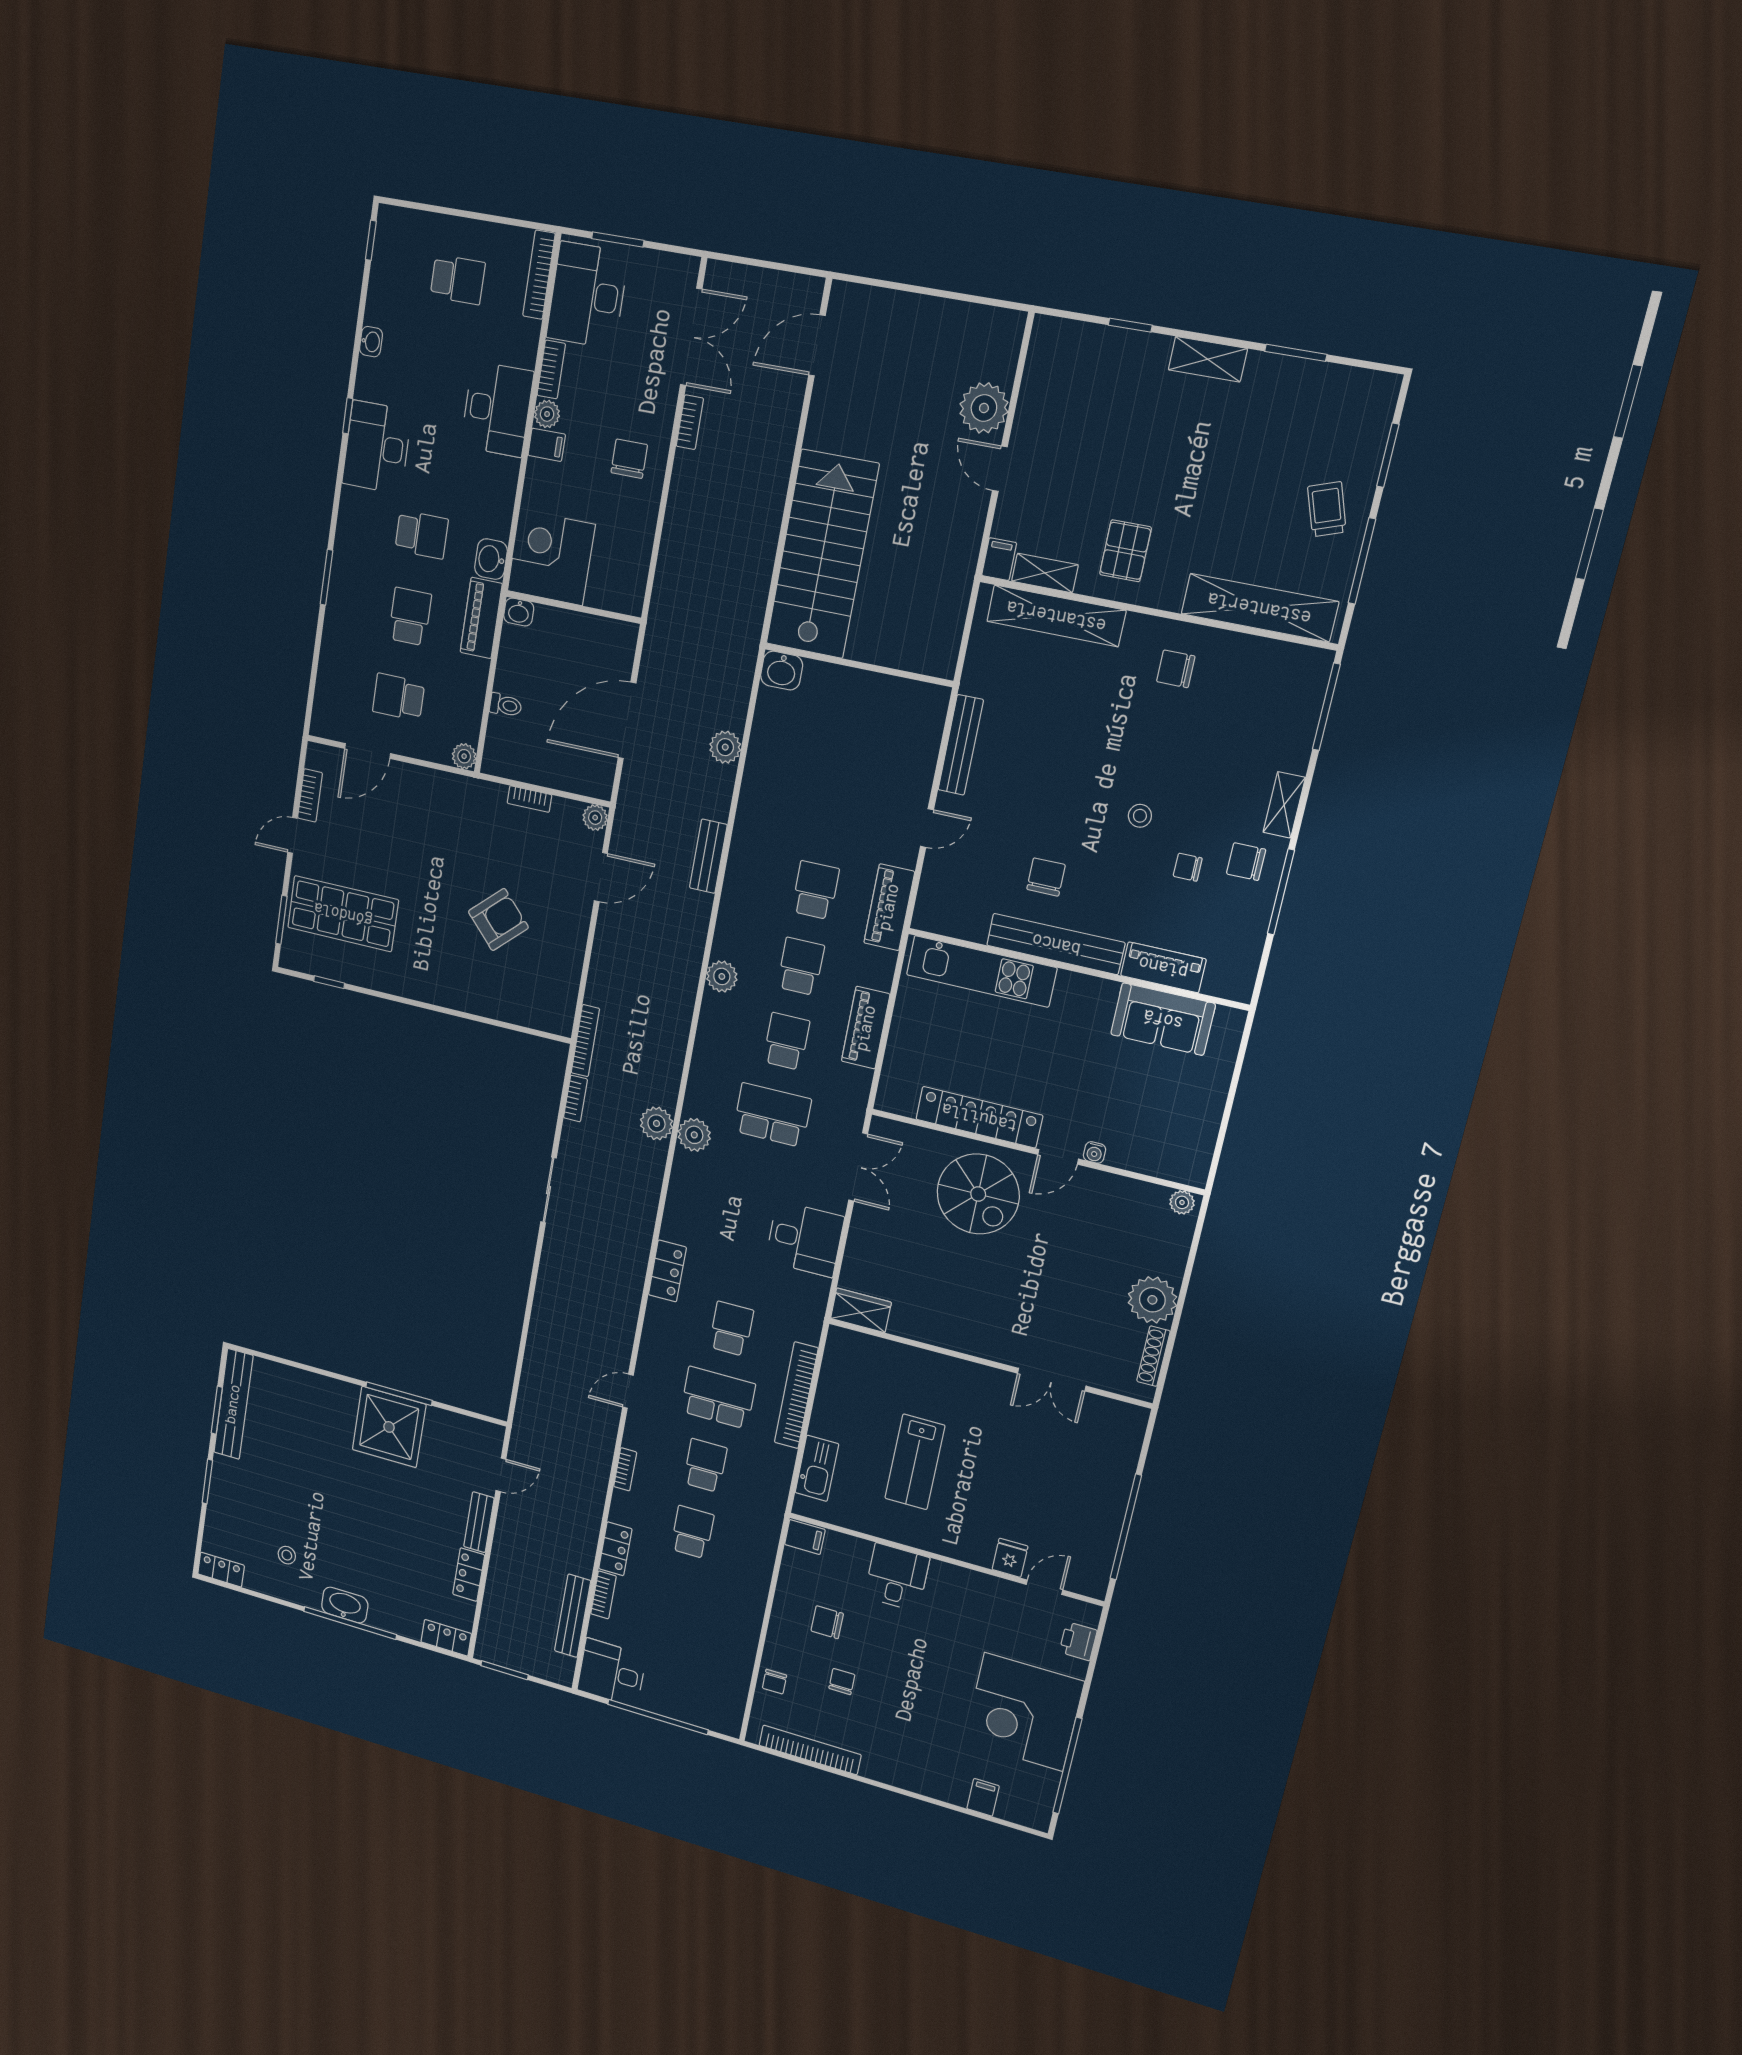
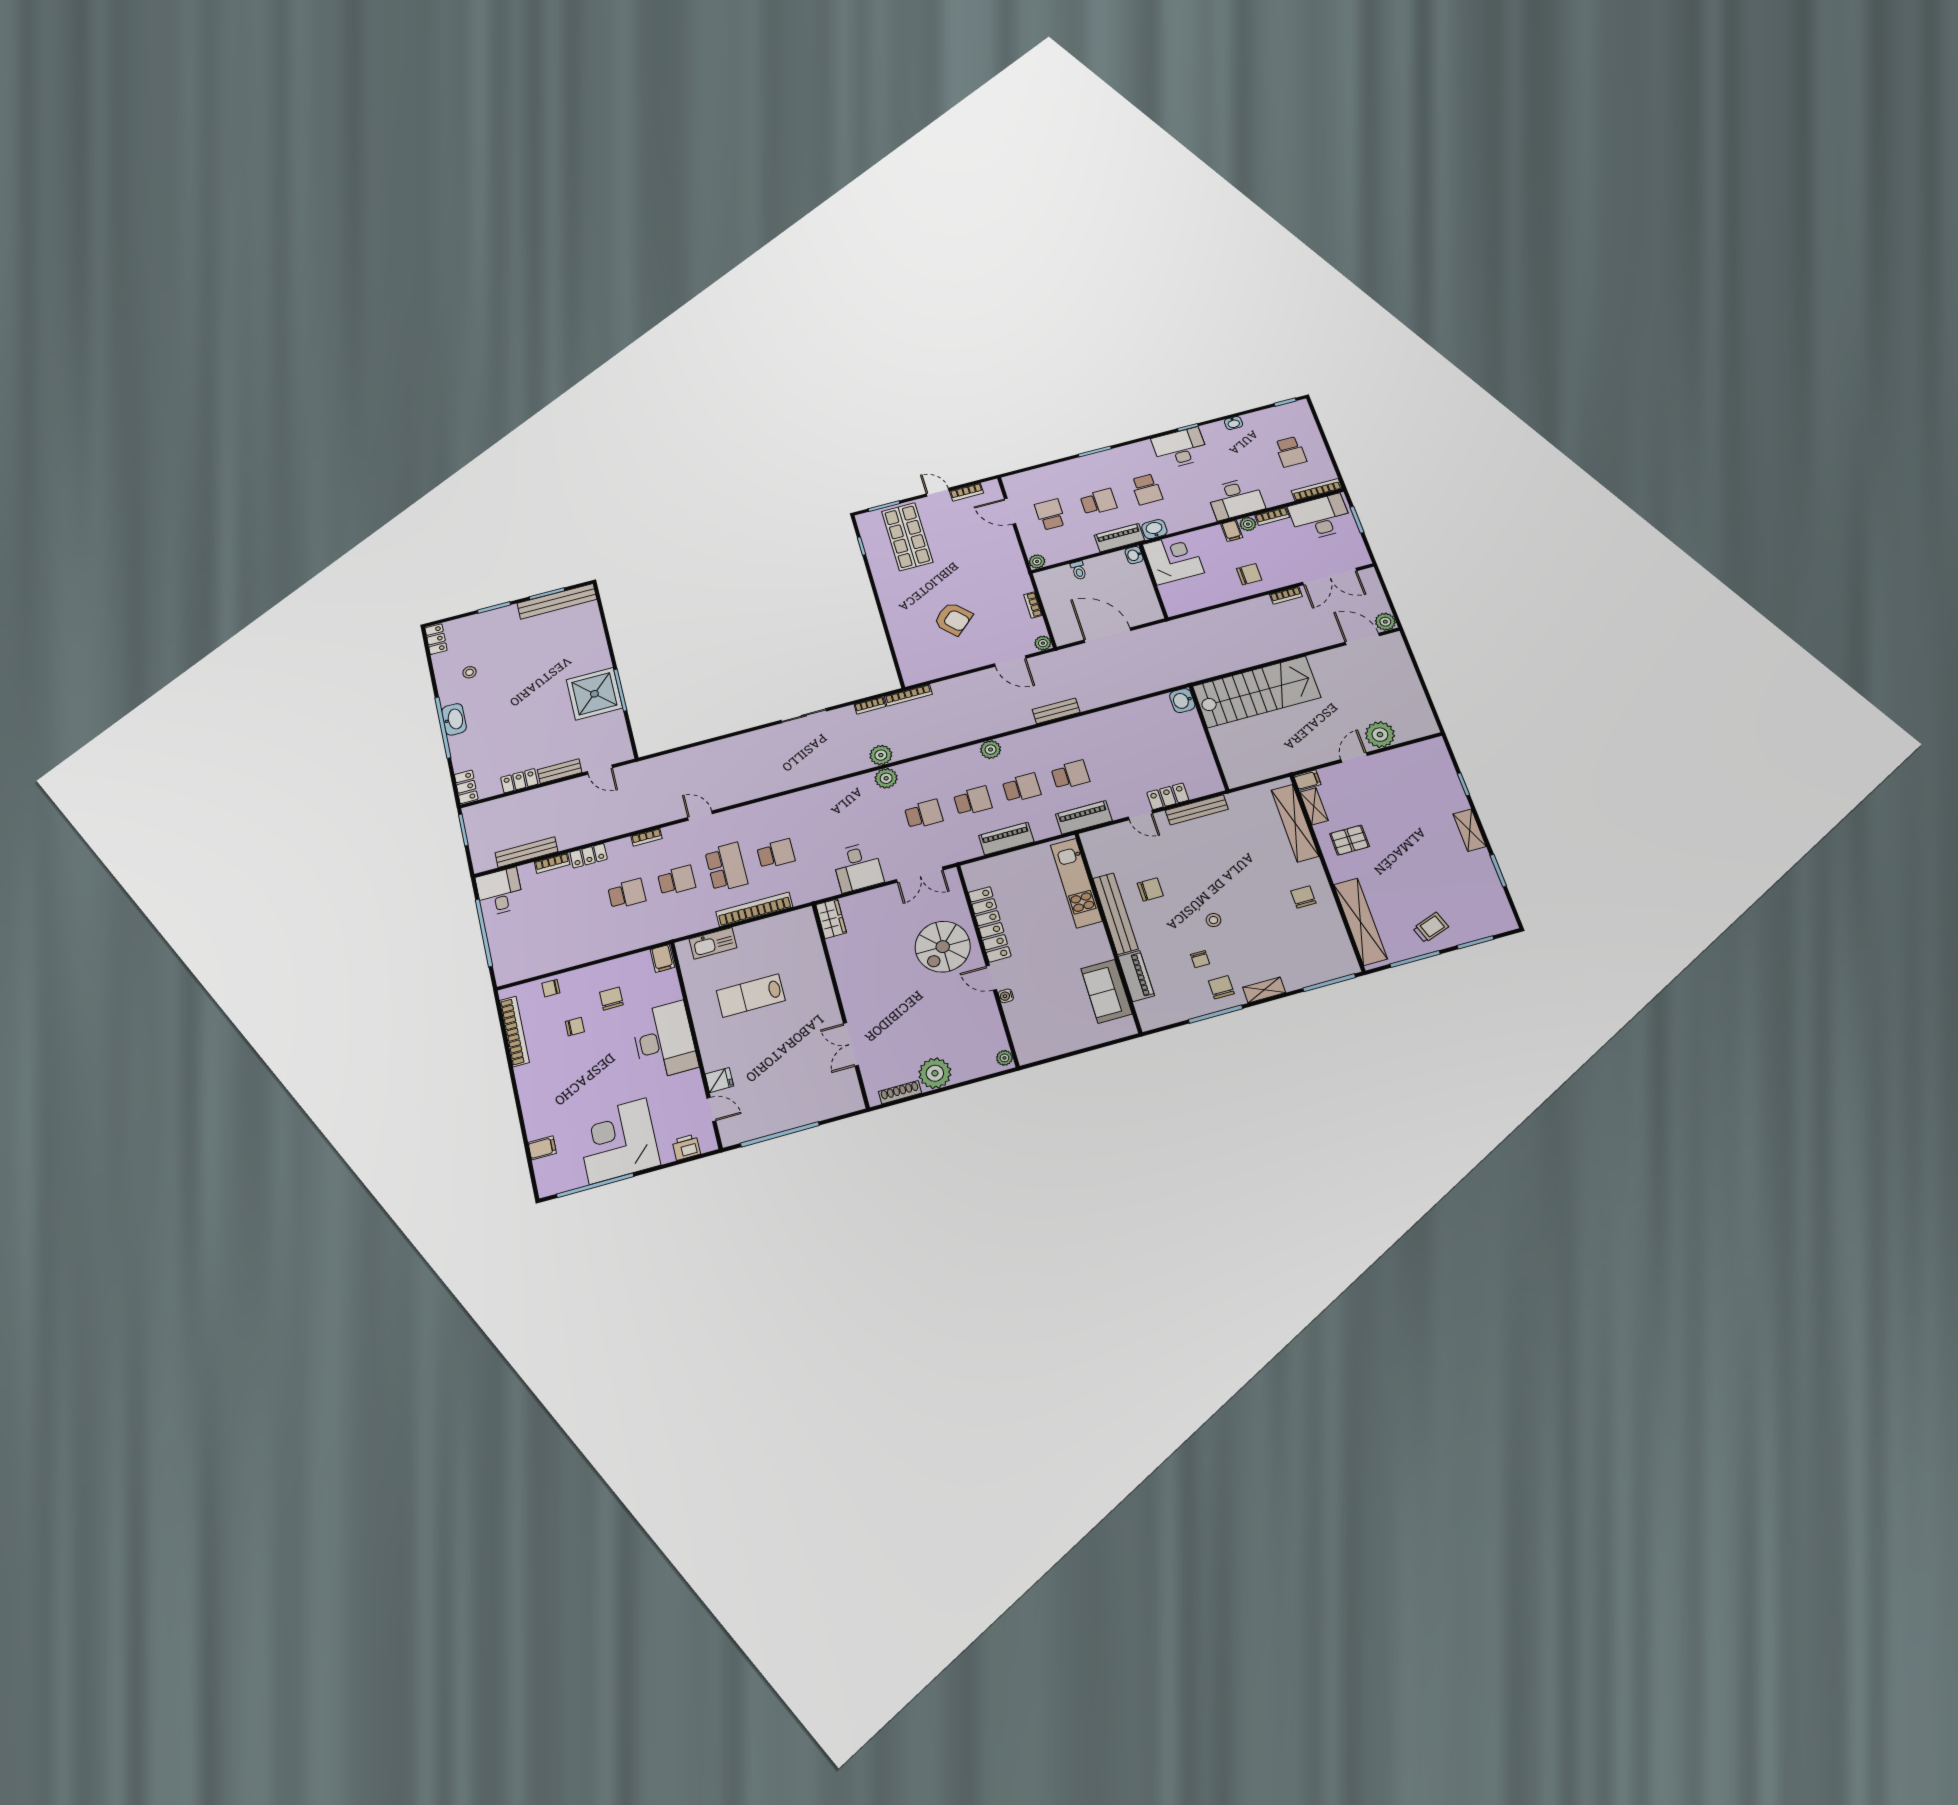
plant: (725, 747) -> (1385, 622), moved
chair: (1188, 867) -> (1200, 959), turned 180
school desk: (772, 1115) -> (924, 814), width x0.54
locker: (667, 1271) -> (1168, 796), moved, turned 180
desk: (897, 1577) -> (664, 1040), width x1.87, depth x1.30

